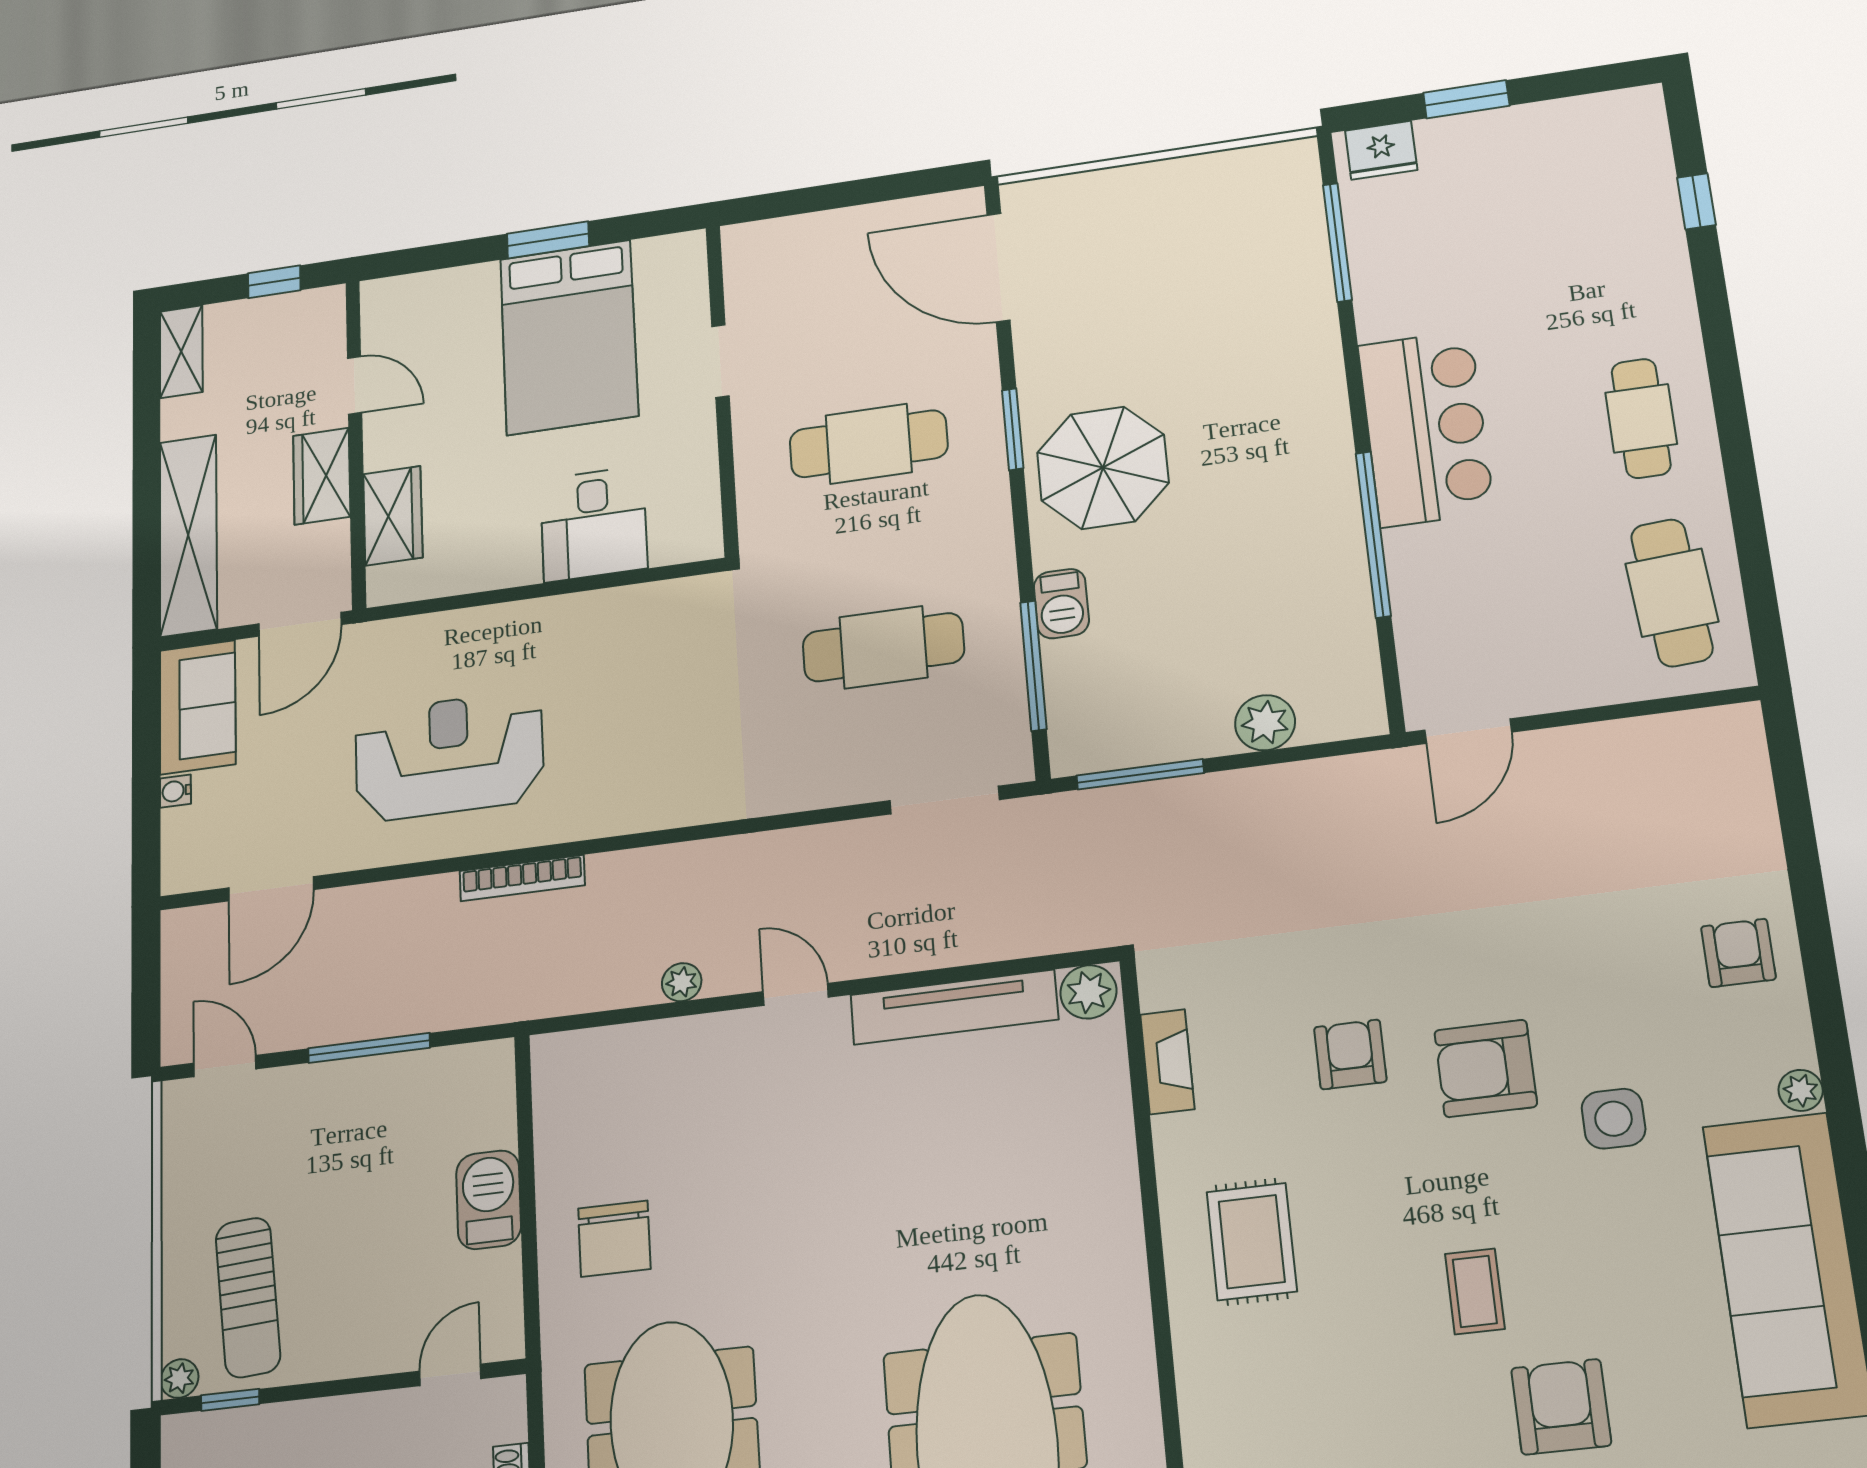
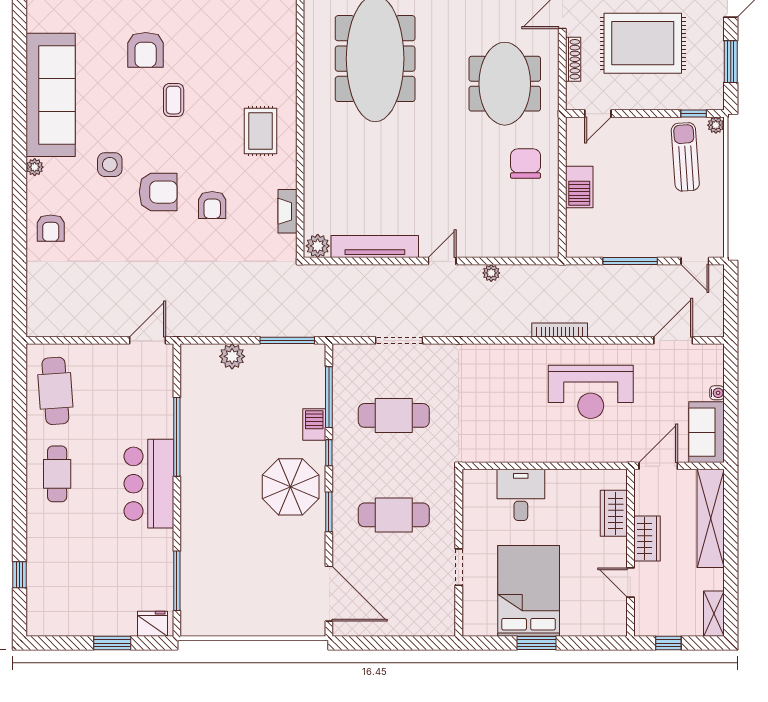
window: (1023, 550) -> (329, 453), added
doorway: (945, 800) -> (399, 340), moved
door: (796, 994) -> (442, 261), swing flipped

